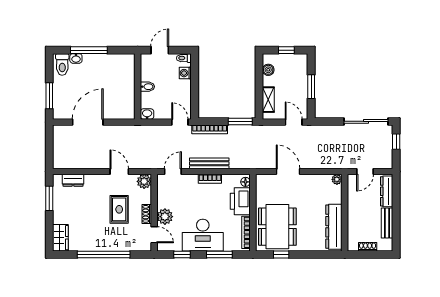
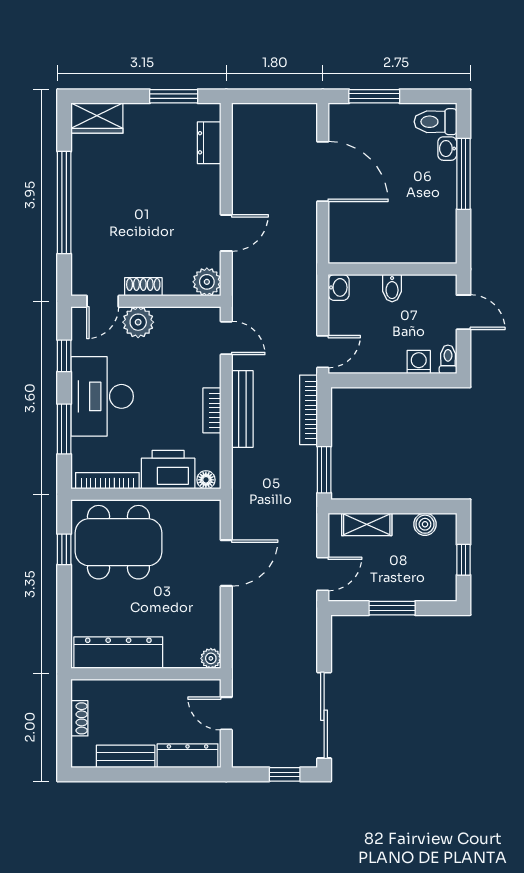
rug: (119, 209) -> (152, 233), removed

